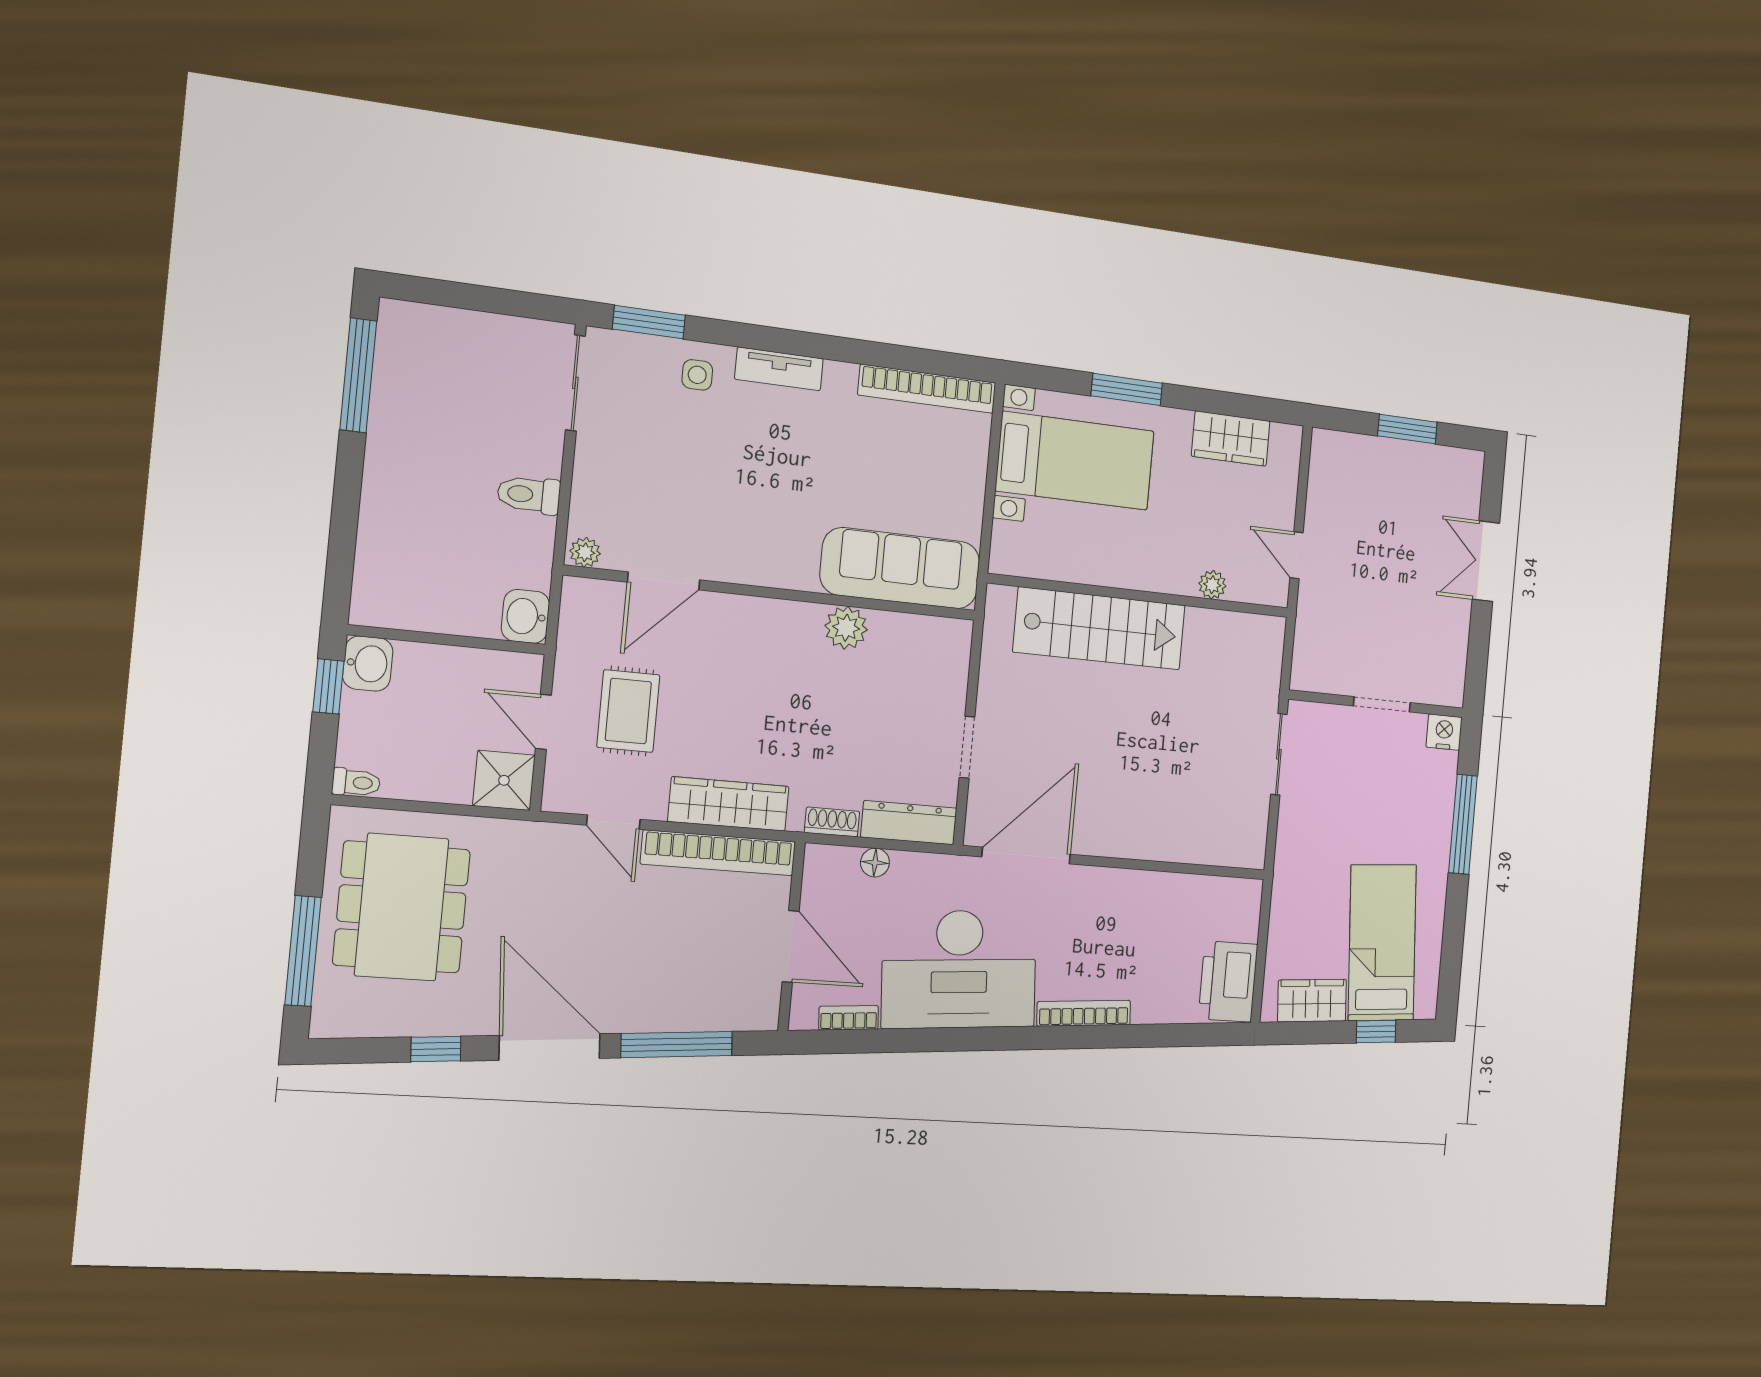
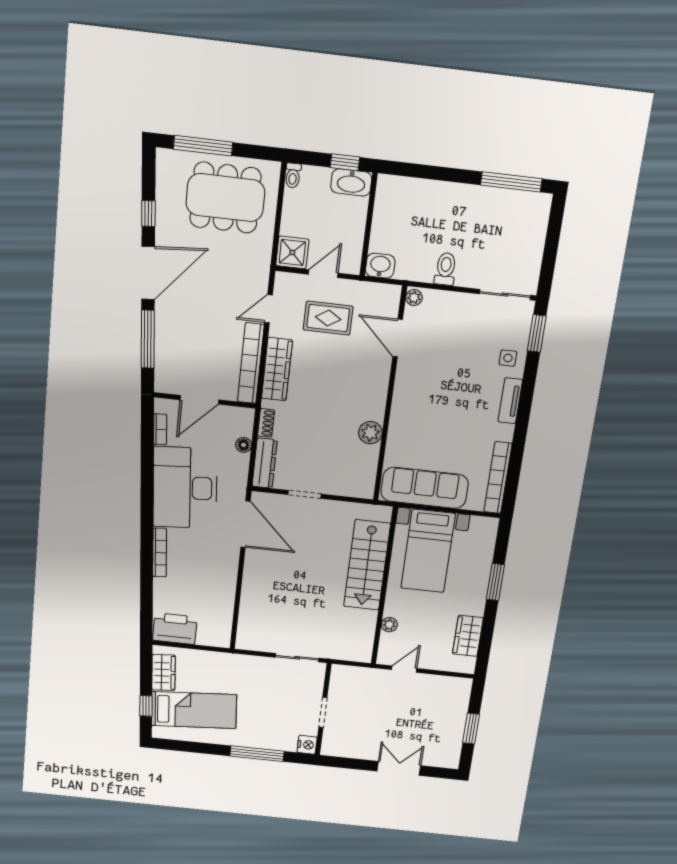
bed with nightstands: (1075, 461) -> (428, 551), moved
sofa: (900, 568) -> (425, 488), moved, turned -90
washbasin: (368, 664) -> (351, 182), width x1.38

